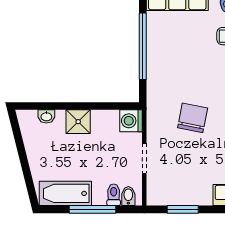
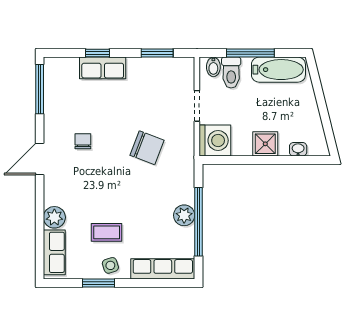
plant: (157, 53) -> (184, 215), added
chair: (193, 118) -> (147, 148), turned -80
washing machine: (131, 121) -> (215, 140), width x1.37, depth x1.37
toilet: (114, 195) -> (231, 73), width x1.37, depth x1.39

